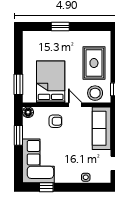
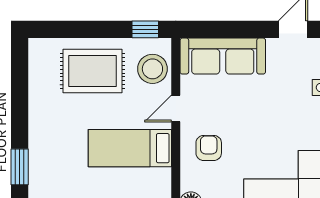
window: (60, 26) -> (20, 167), moved
bed: (51, 82) -> (130, 148), width x0.67

